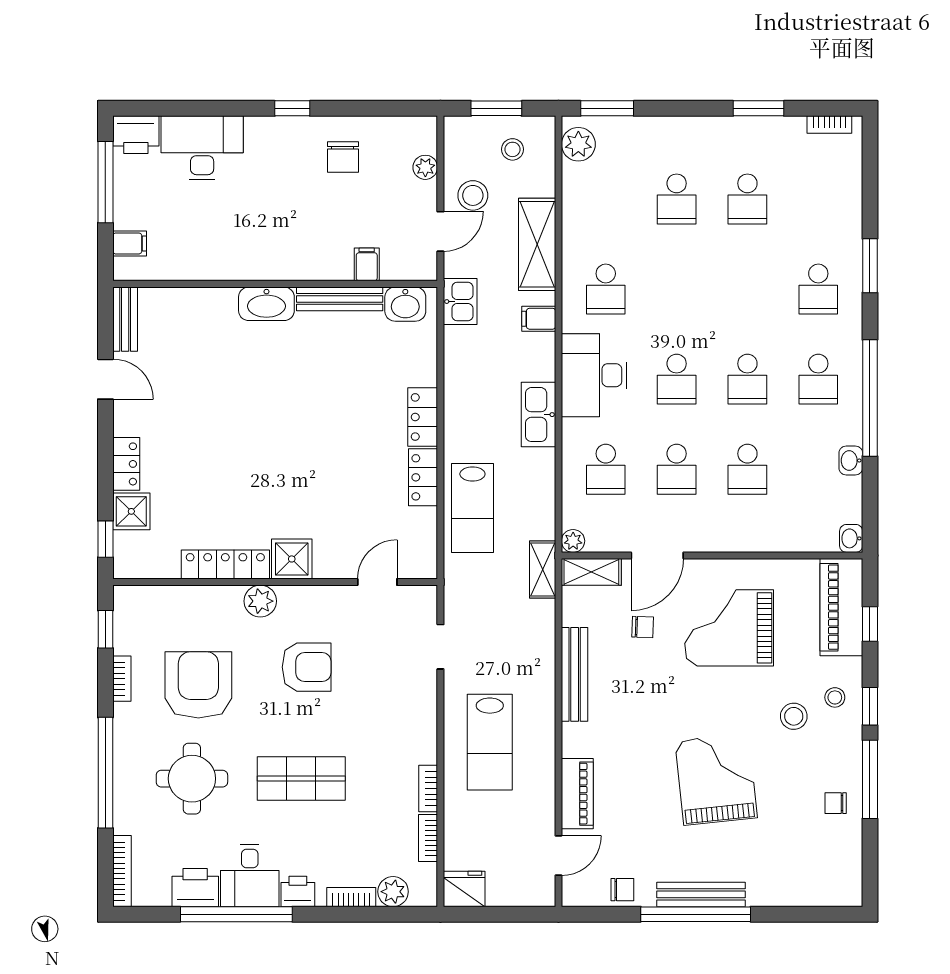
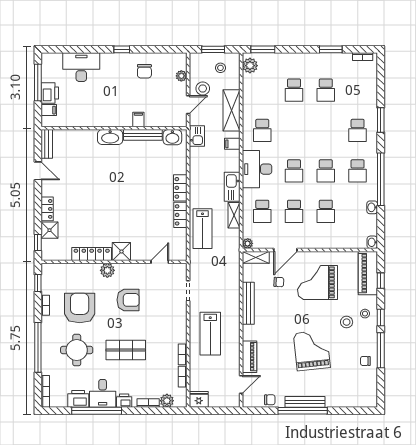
printer: (136, 135) -> (50, 93), moved, turned -90
filing cabinet: (367, 264) -> (138, 119), moved
shelving: (543, 569) -> (234, 215), moved

